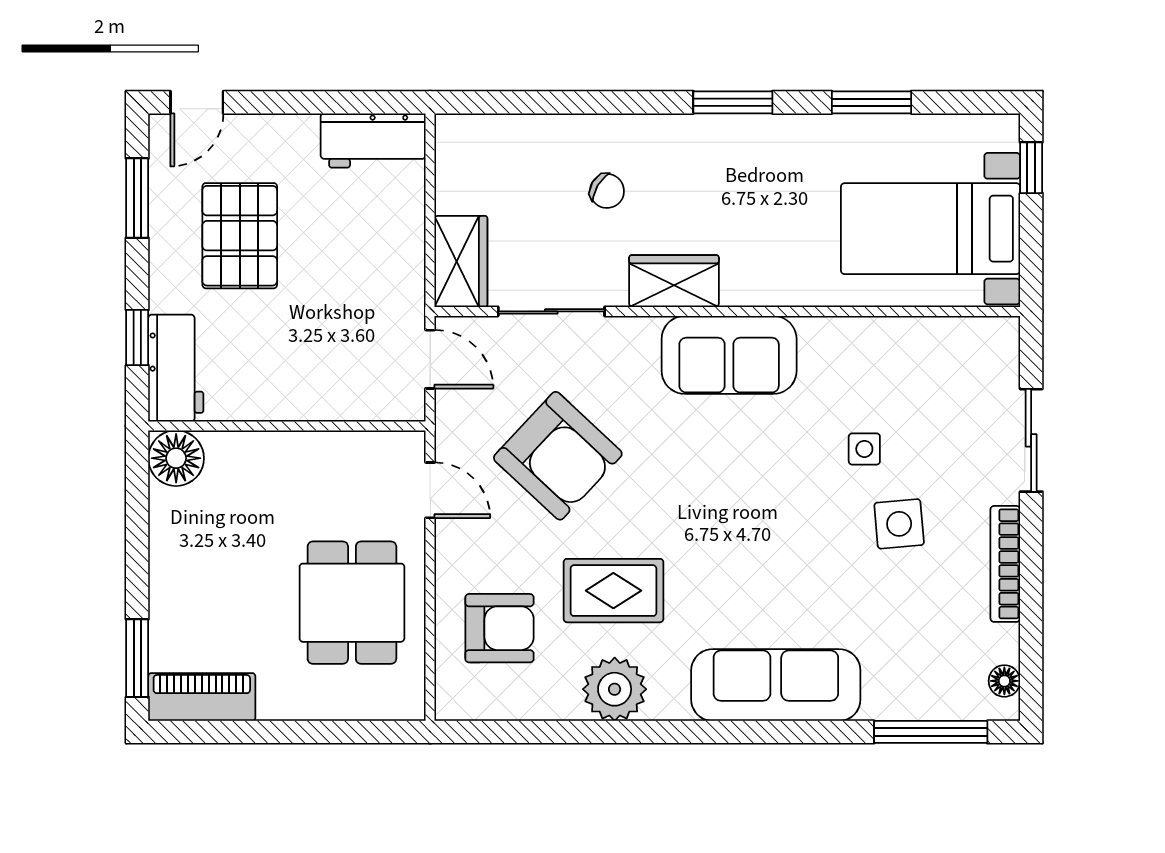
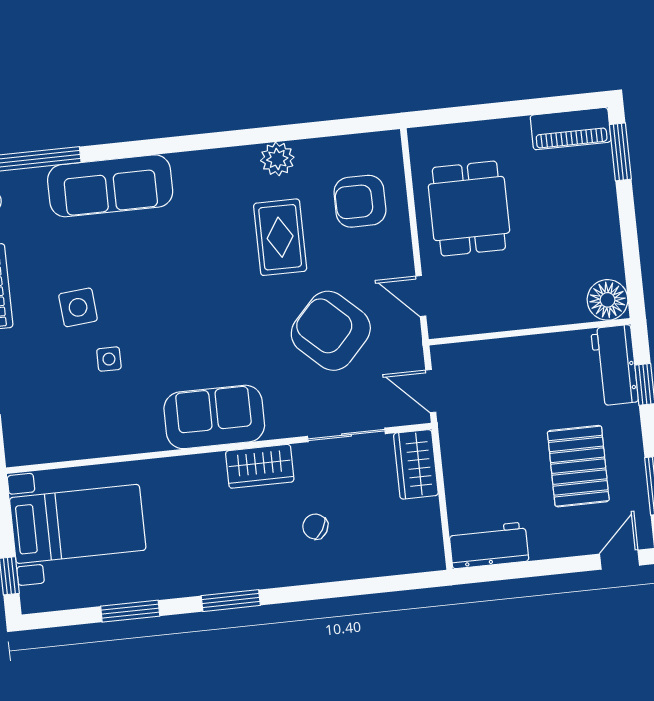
rug: (613, 591) -> (280, 237), turned 90
sofa: (776, 685) -> (110, 186), moved
plant: (615, 689) -> (277, 159), width x0.73, depth x0.73

